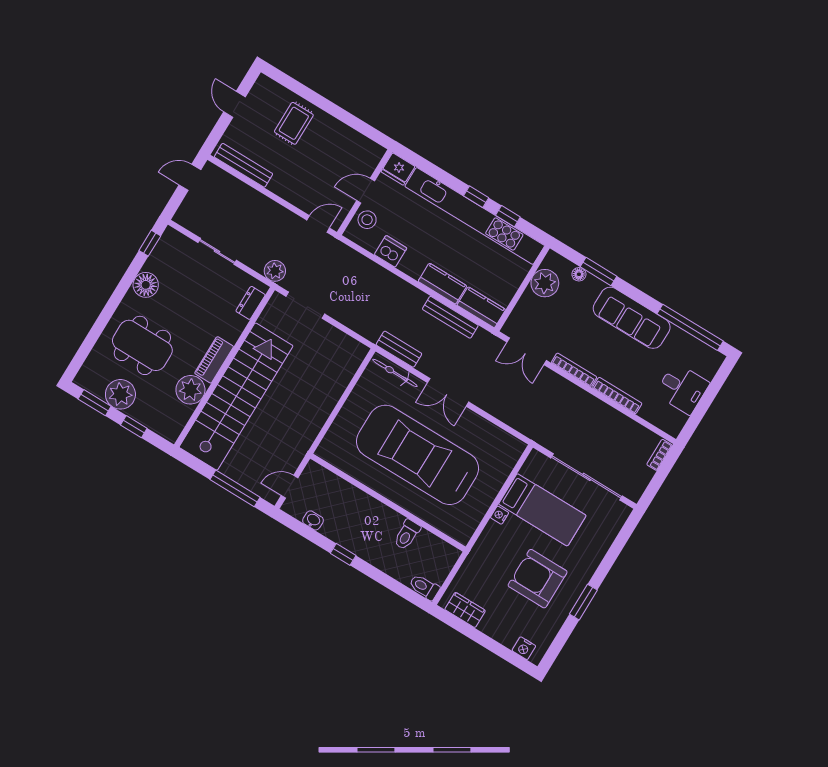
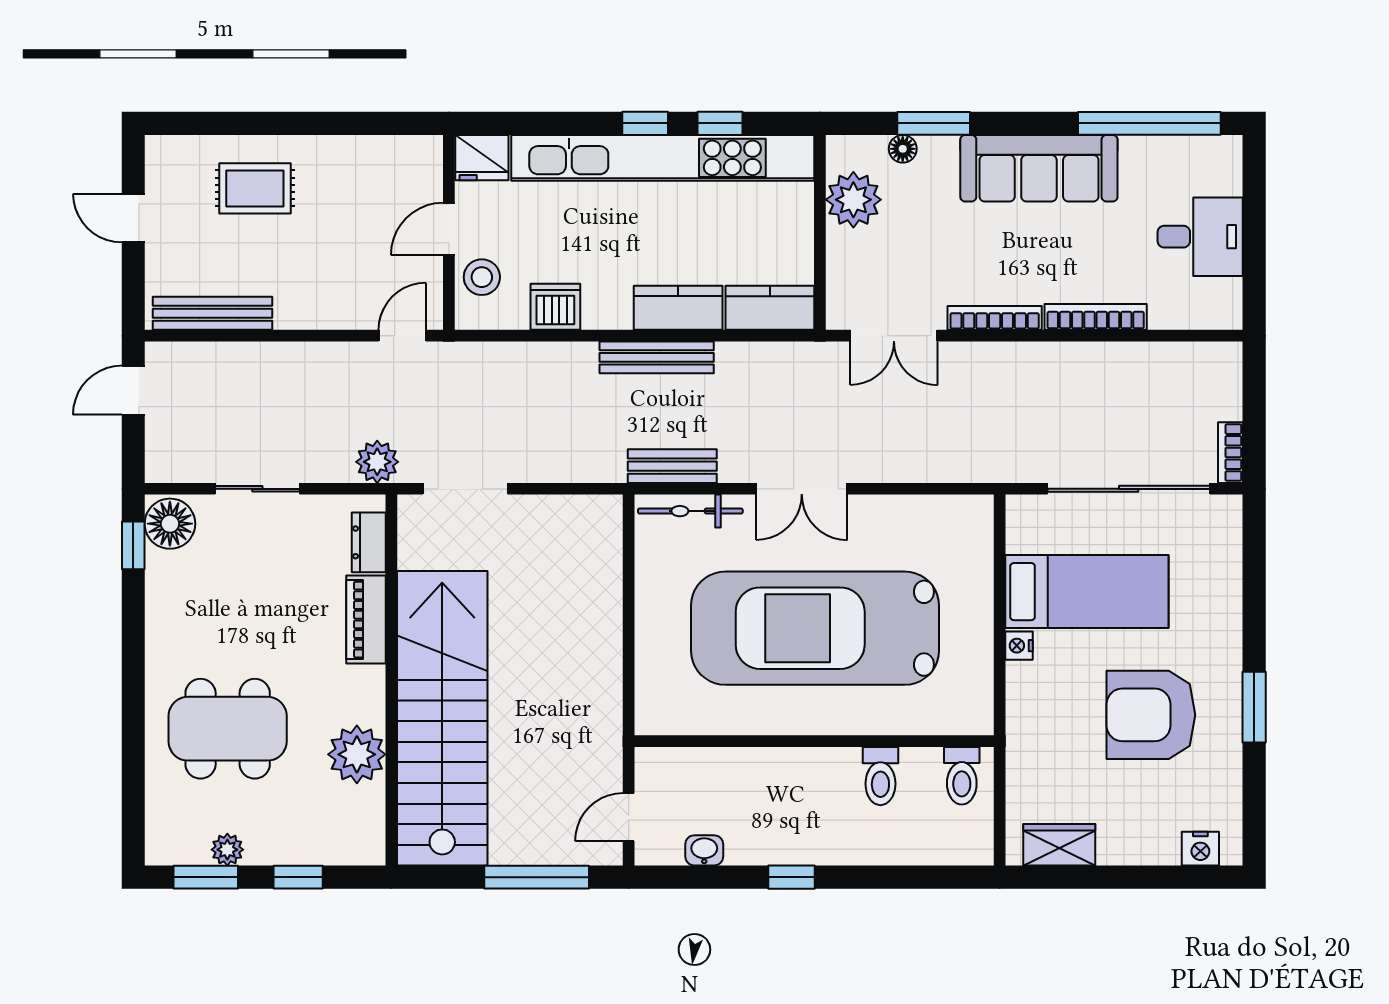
rug: (294, 123) -> (255, 188), turned 90
floor lamp: (146, 285) -> (170, 524), moved
bench: (450, 317) -> (657, 357), moved
piano: (214, 360) -> (366, 620), moved
plant: (120, 394) -> (227, 850), width x0.53, depth x0.53
bookcase: (659, 455) -> (1230, 453), moved
toilet: (424, 587) -> (962, 776), moved, turned -90

